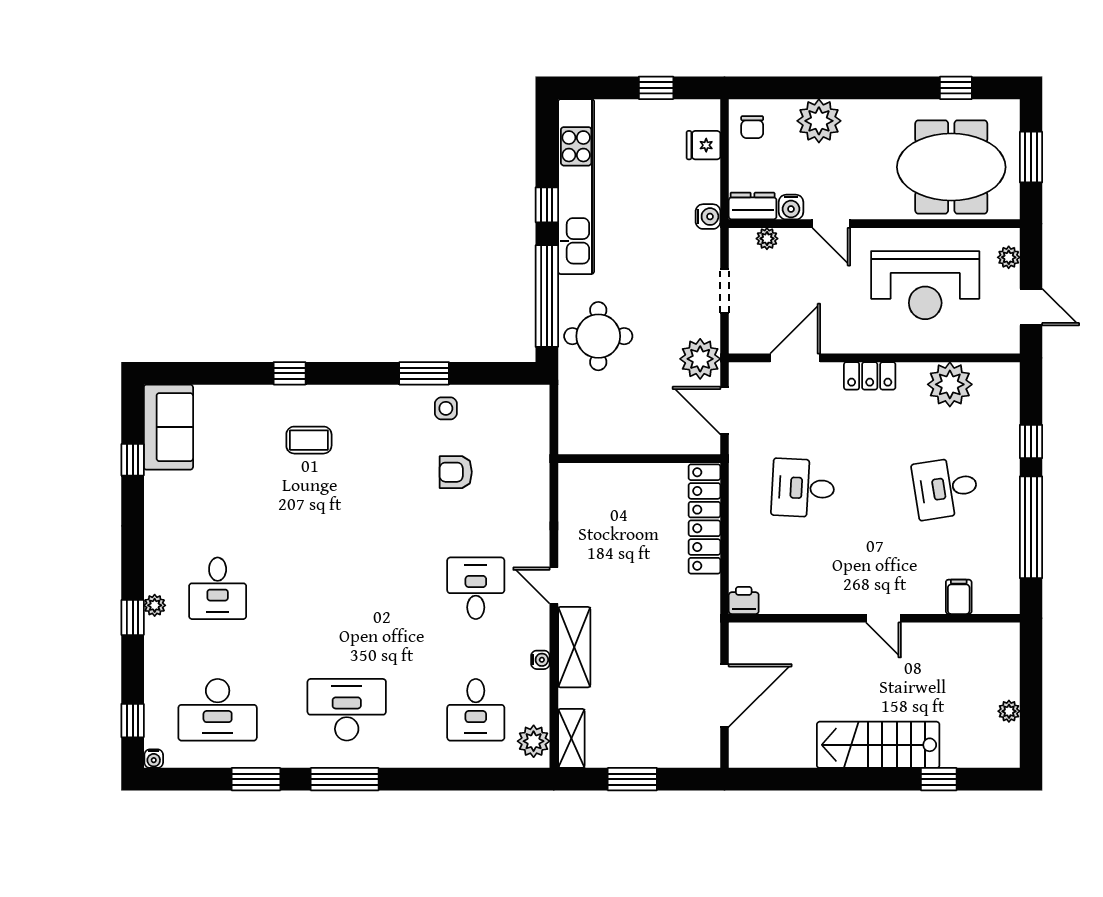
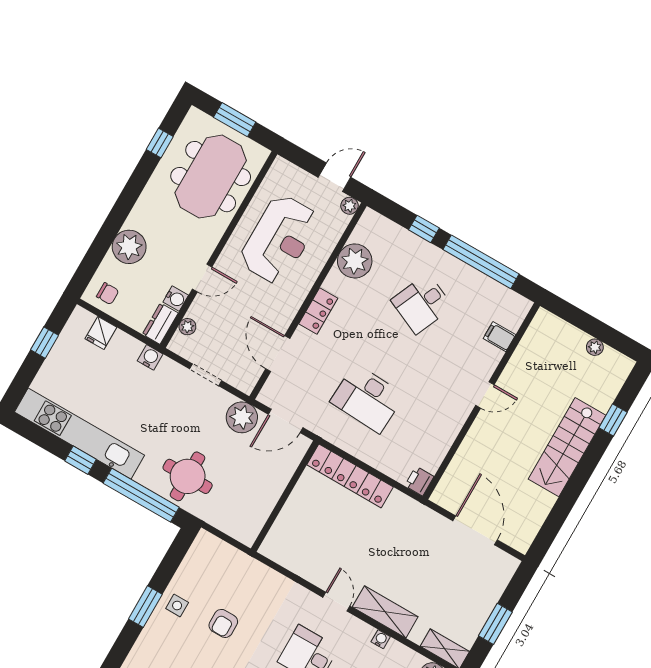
plant: (1009, 257) -> (350, 206), moved
desk: (803, 488) -> (367, 398), width x1.37
desk: (946, 488) -> (422, 304), turned 33
door: (554, 586) -> (336, 602), swing flipped

